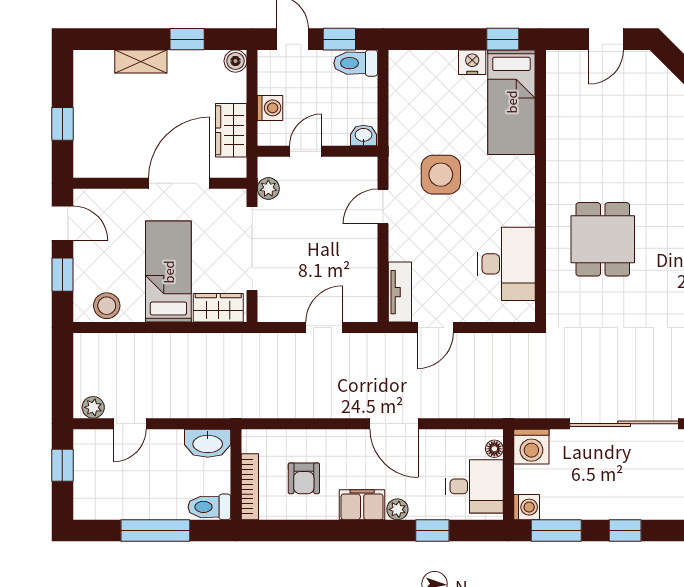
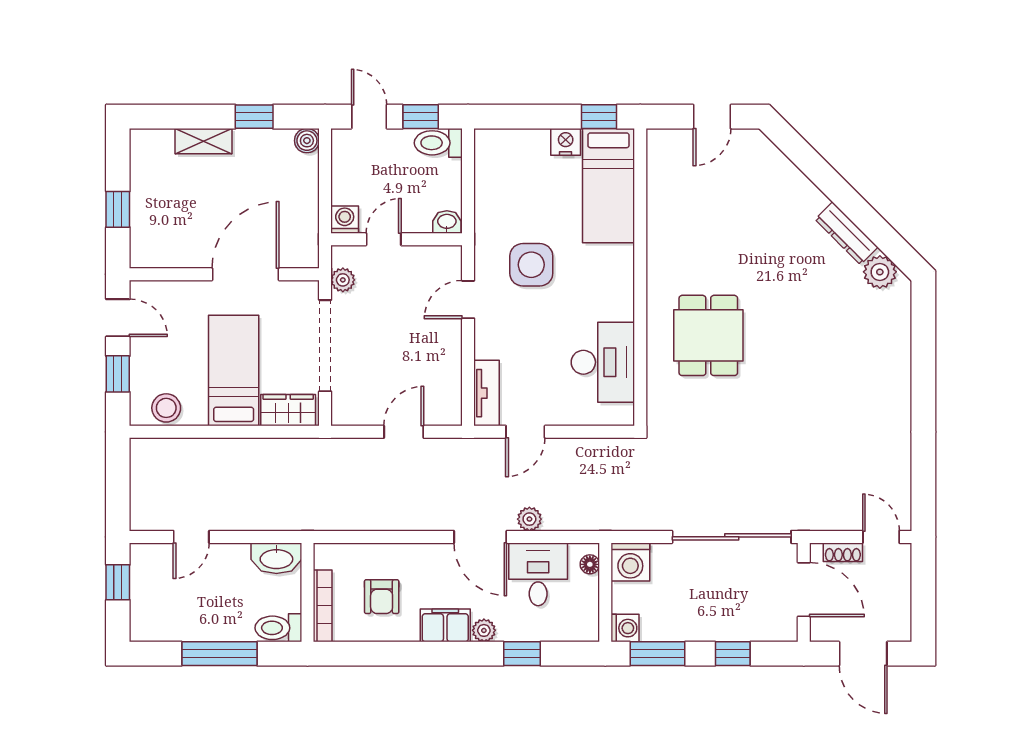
washing machine: (270, 108) -> (345, 220), moved, turned -90
wardrobe: (231, 130) -> (302, 216), removed
plant: (93, 407) -> (529, 519), moved
desk: (474, 486) -> (538, 574), moved, turned -90

